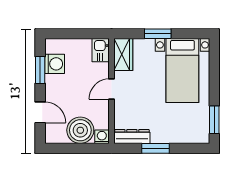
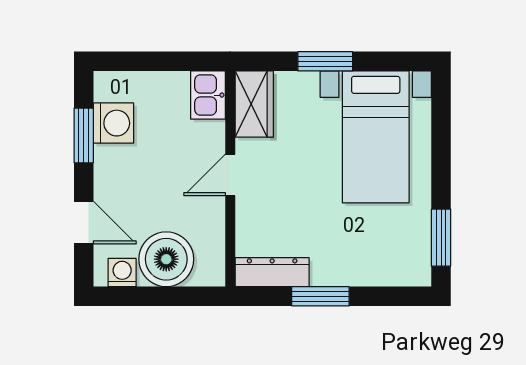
washing machine: (102, 137) -> (122, 273), moved

